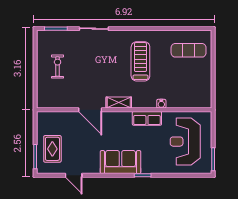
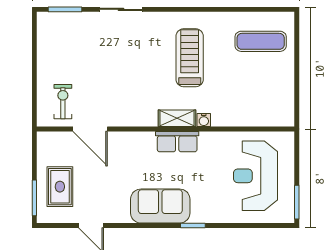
exercise bike: (58, 66) -> (63, 102), moved
shelving: (119, 103) -> (177, 118), moved
water cooler: (161, 104) -> (204, 120), moved
door: (90, 110) -> (90, 129), moved
row of seats: (147, 118) -> (177, 142), moved

